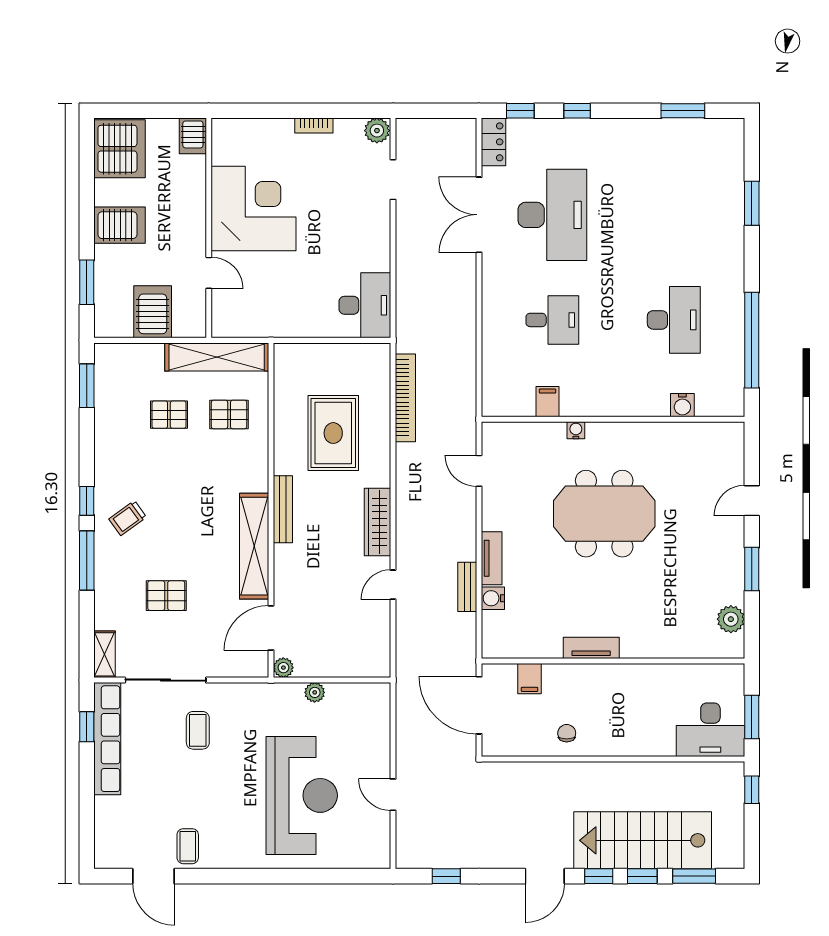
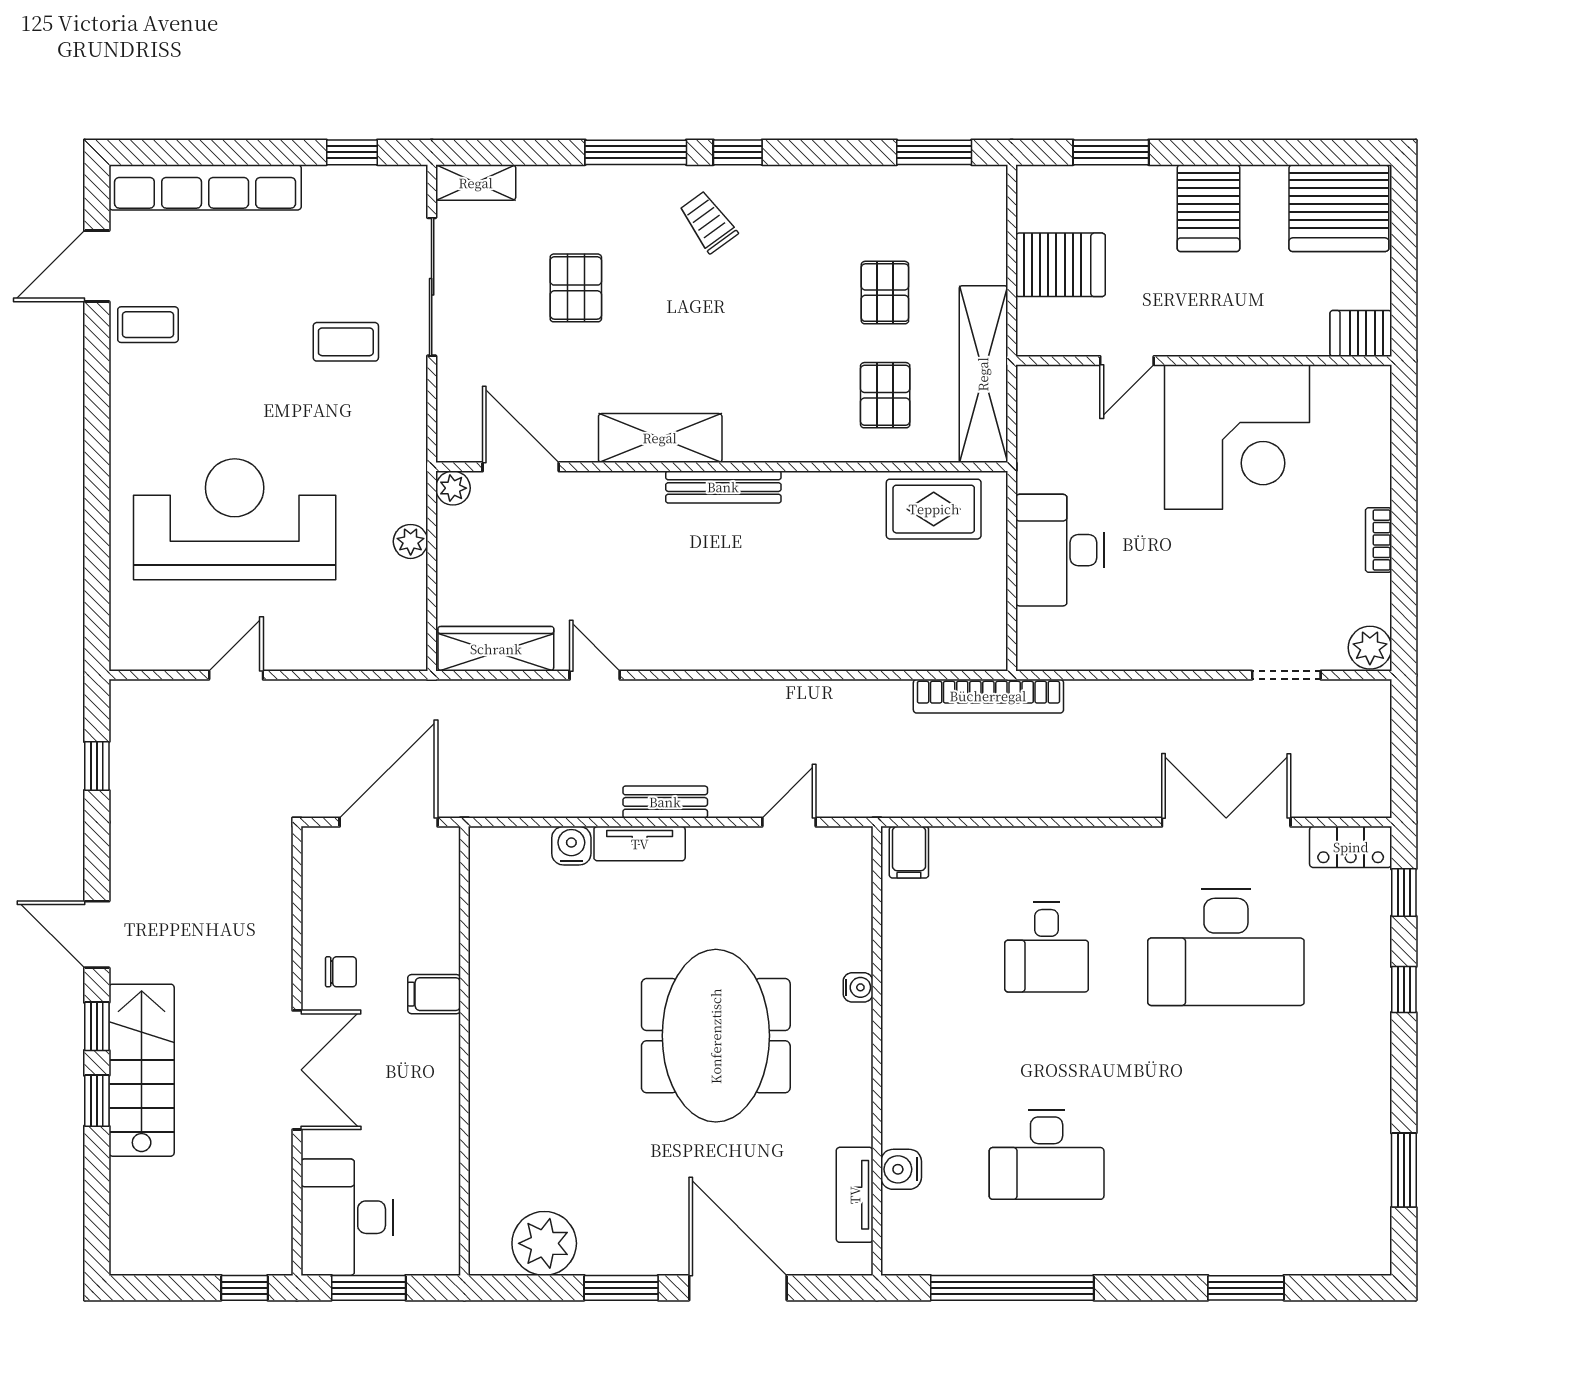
desk: (365, 305) -> (1060, 550), moved, turned 90
bookcase: (405, 398) -> (988, 696), moved
filing cabinet: (548, 402) -> (909, 852), moved, turned 90
rug: (333, 433) -> (934, 509), moved, width x0.73, depth x0.70
door: (752, 501) -> (738, 1288), width x1.88
wardrobe: (378, 522) -> (496, 649), moved
shelving: (254, 546) -> (660, 438), width x0.68
bench: (467, 587) -> (665, 802), moved
plant: (731, 619) -> (544, 1243), width x1.36, depth x1.36
tv unit: (591, 648) -> (855, 1195), moved, turned 180
filing cabinet: (530, 679) -> (434, 994), moved
row of seats: (107, 739) -> (205, 187), moved
double door: (624, 759) -> (297, 1070), added
reception desk: (302, 795) -> (235, 519), turned 180
stairs: (643, 840) -> (142, 1070), width x0.73, depth x0.66
window: (694, 876) -> (97, 1189), removed

